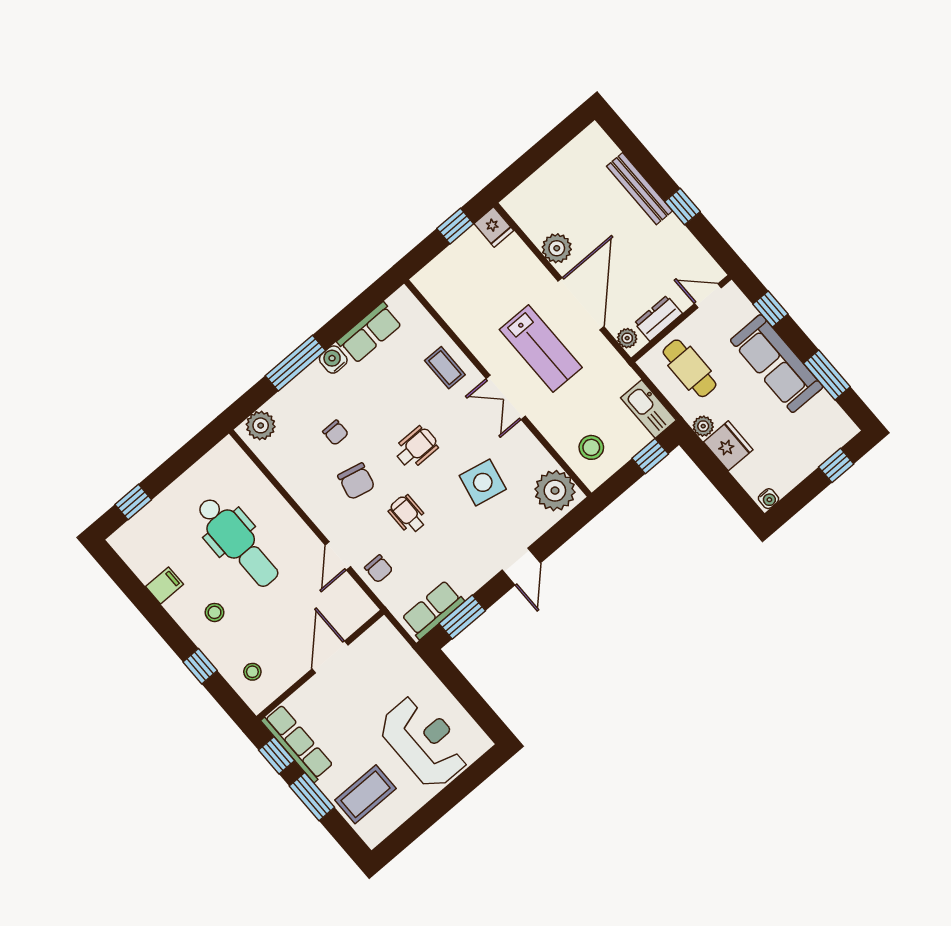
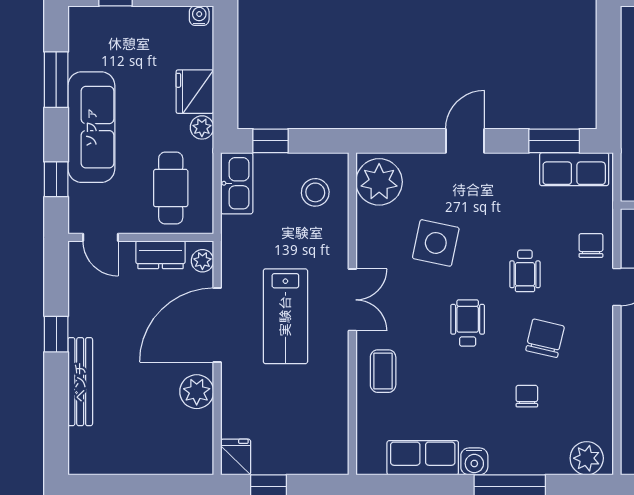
lab bench: (541, 349) -> (285, 316), turned 180
wheelchair: (416, 447) -> (468, 323), turned 90

